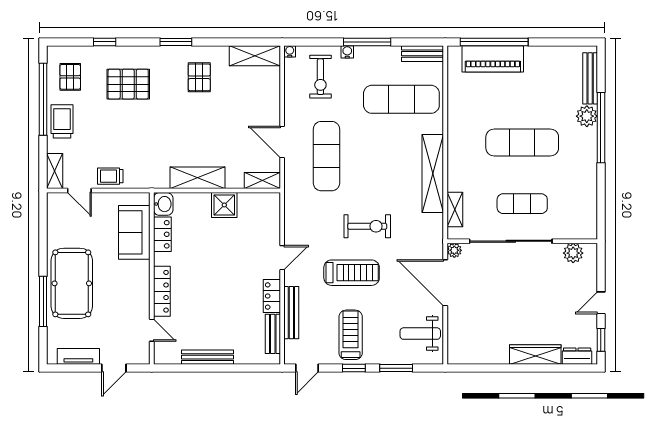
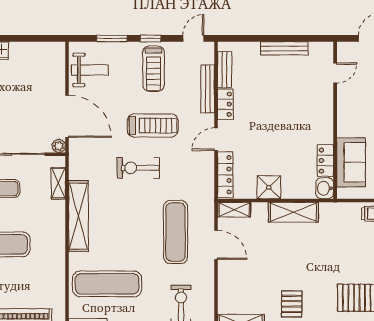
treadmill: (352, 273) -> (153, 126), turned 180
locker: (162, 291) -> (225, 175), moved, turned 180
door: (152, 330) -> (335, 73), swing flipped

